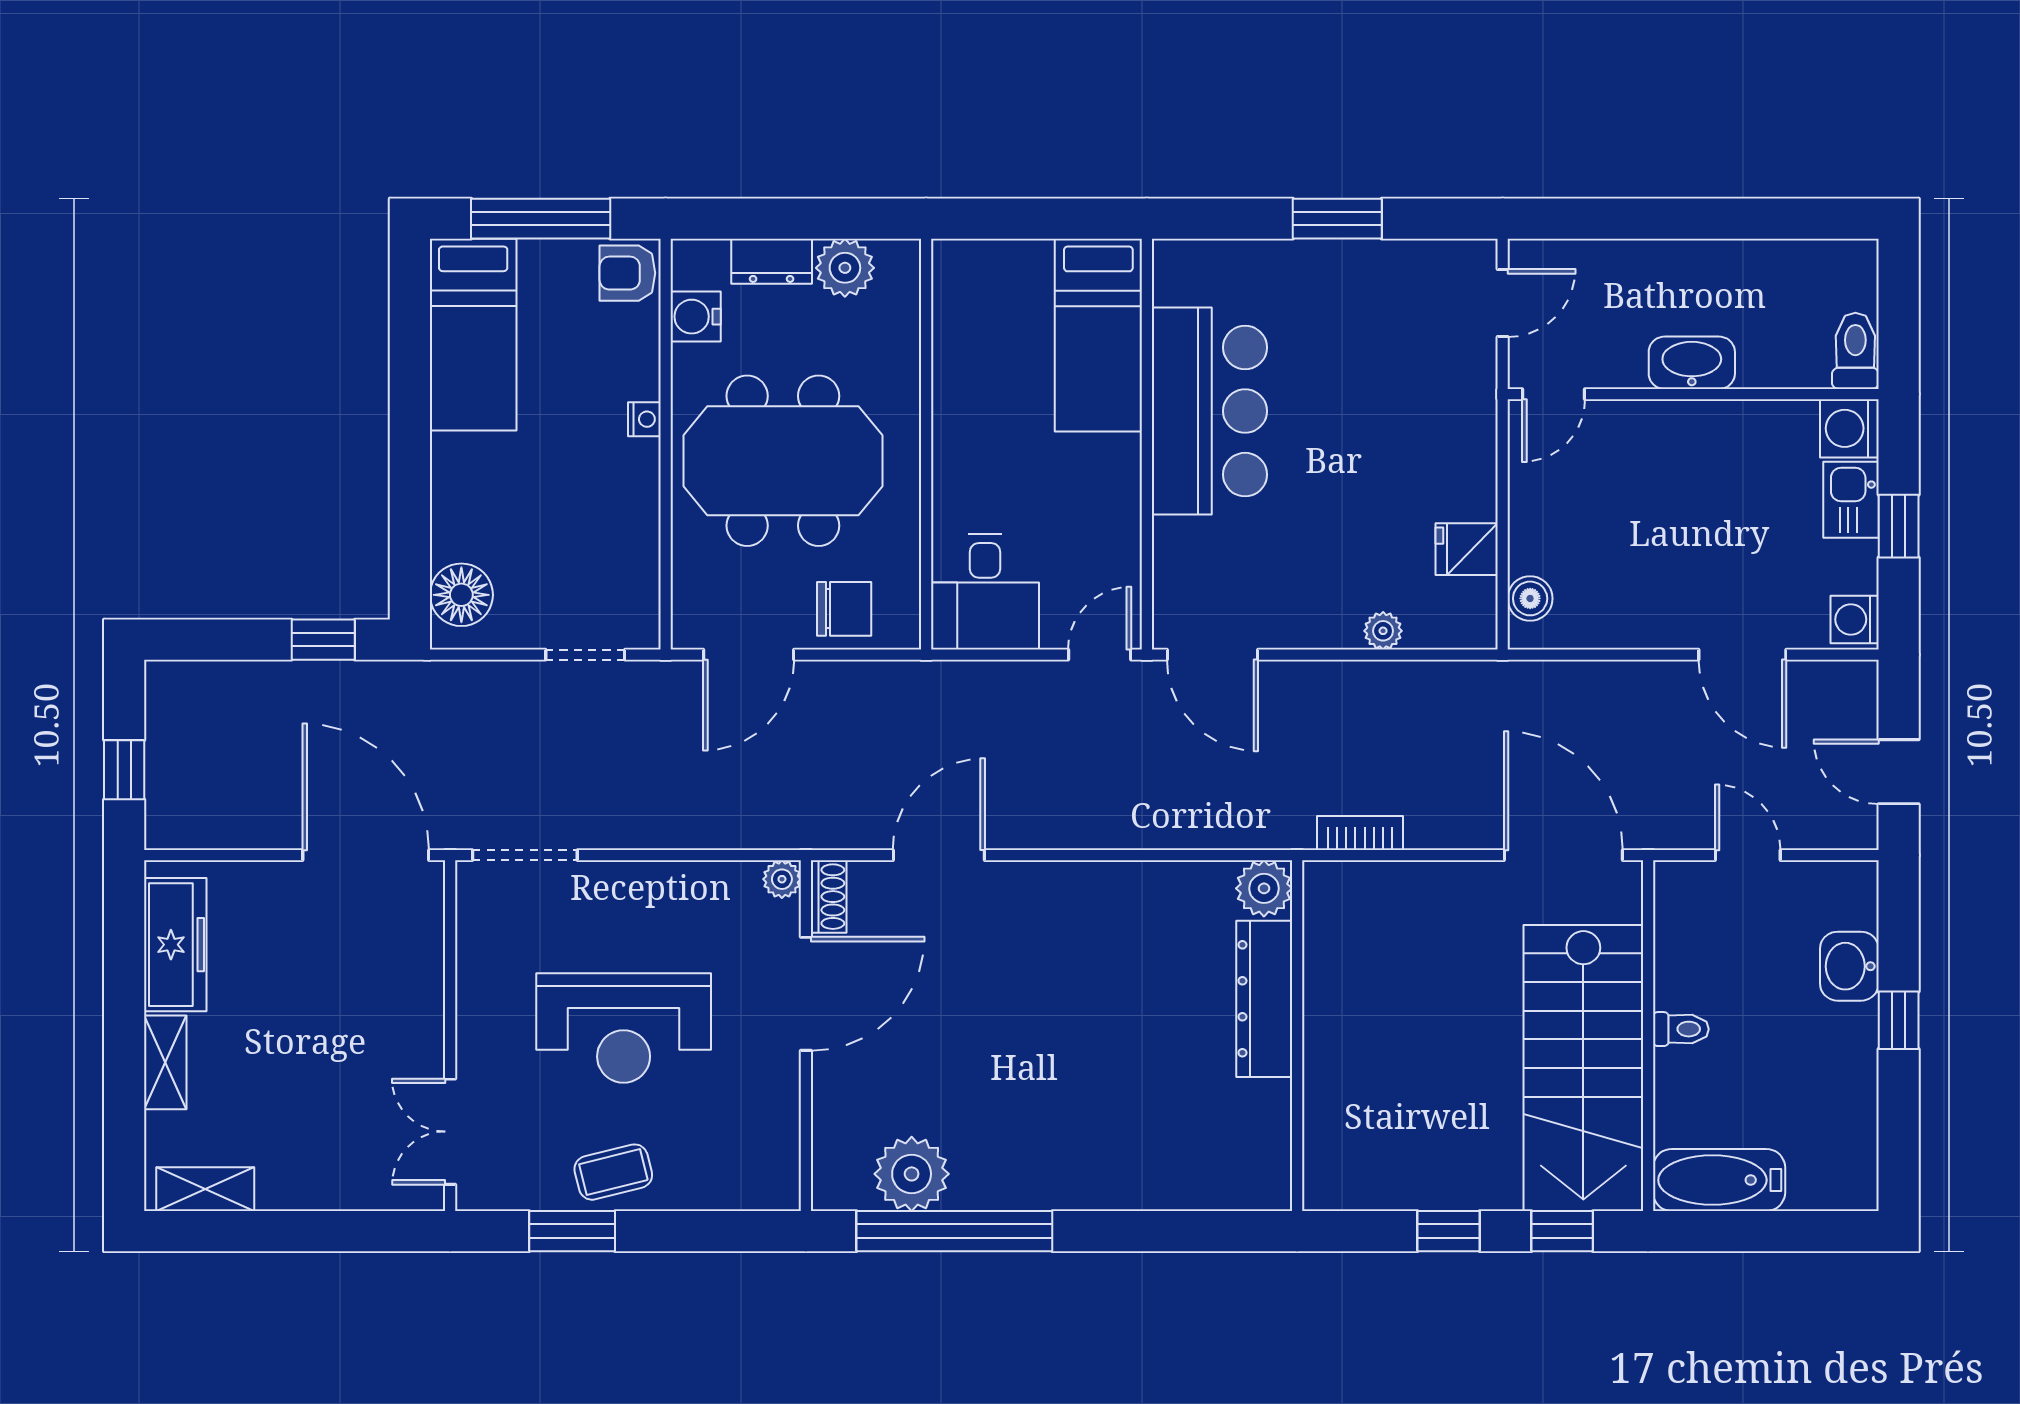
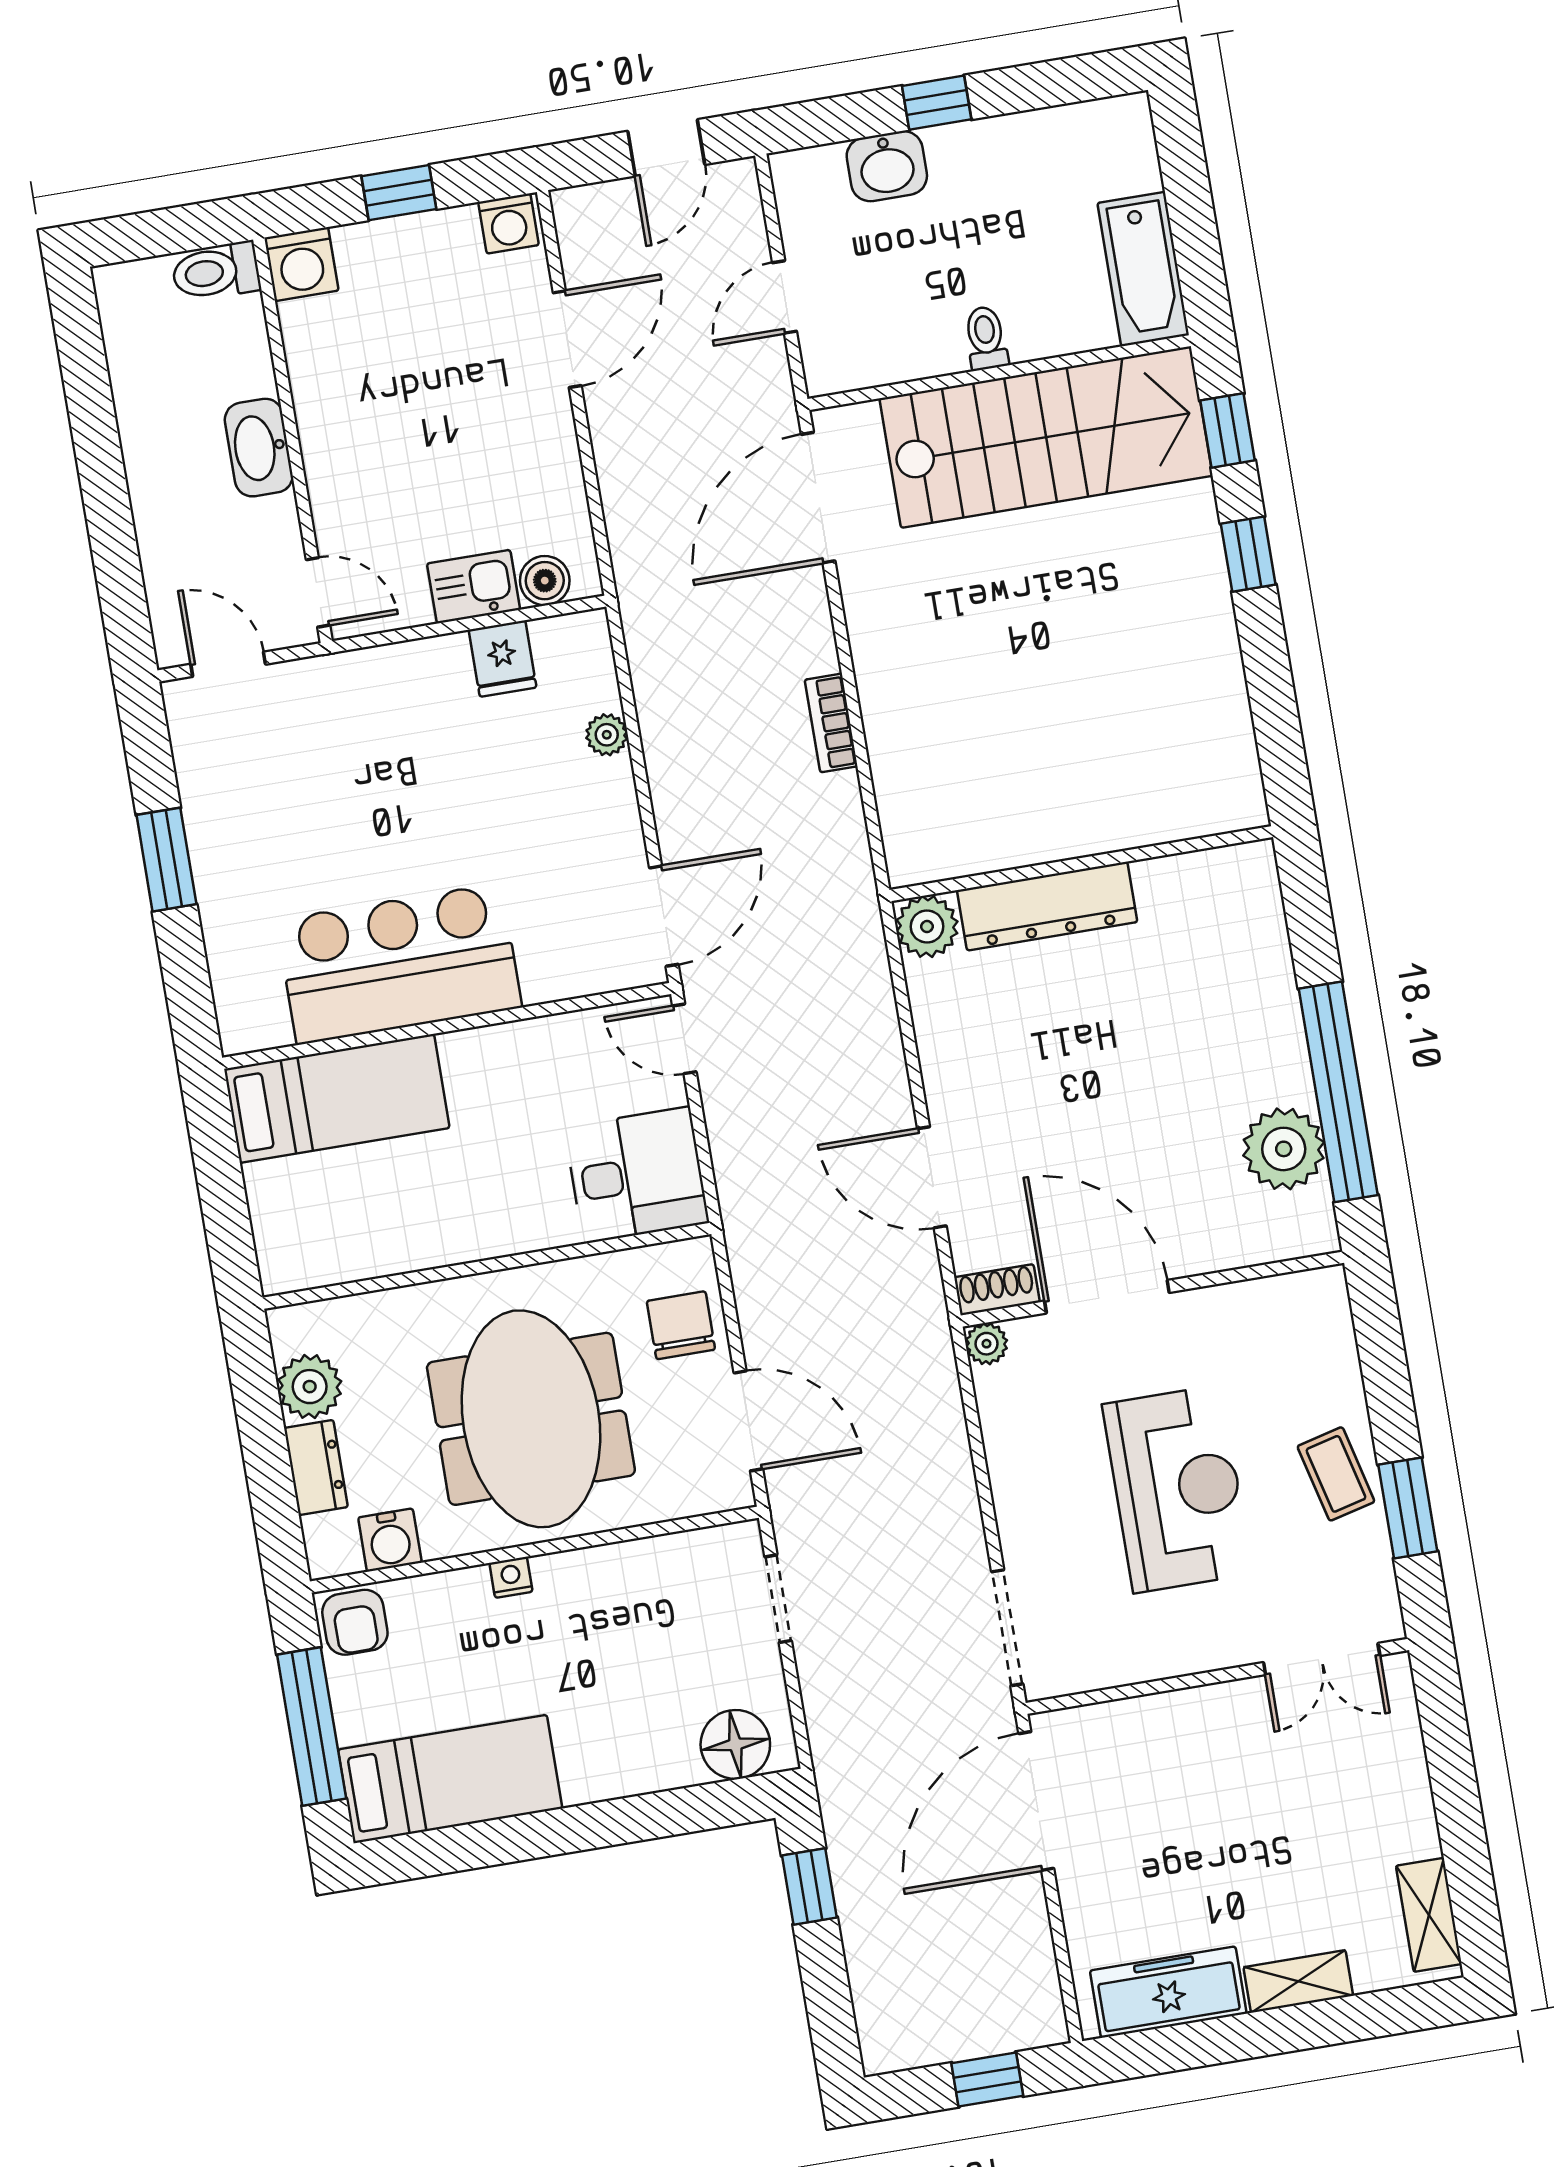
kitchen sink: (1851, 500) -> (474, 587), moved, turned 180
plant: (1264, 888) -> (927, 926), moved
dresser: (1264, 999) -> (1047, 906), moved
wall: (1297, 1036) -> (1081, 864), moved

